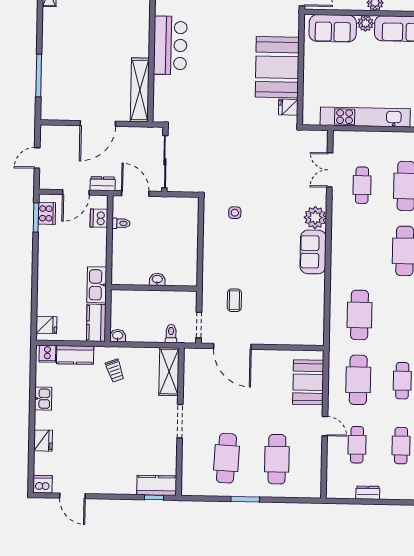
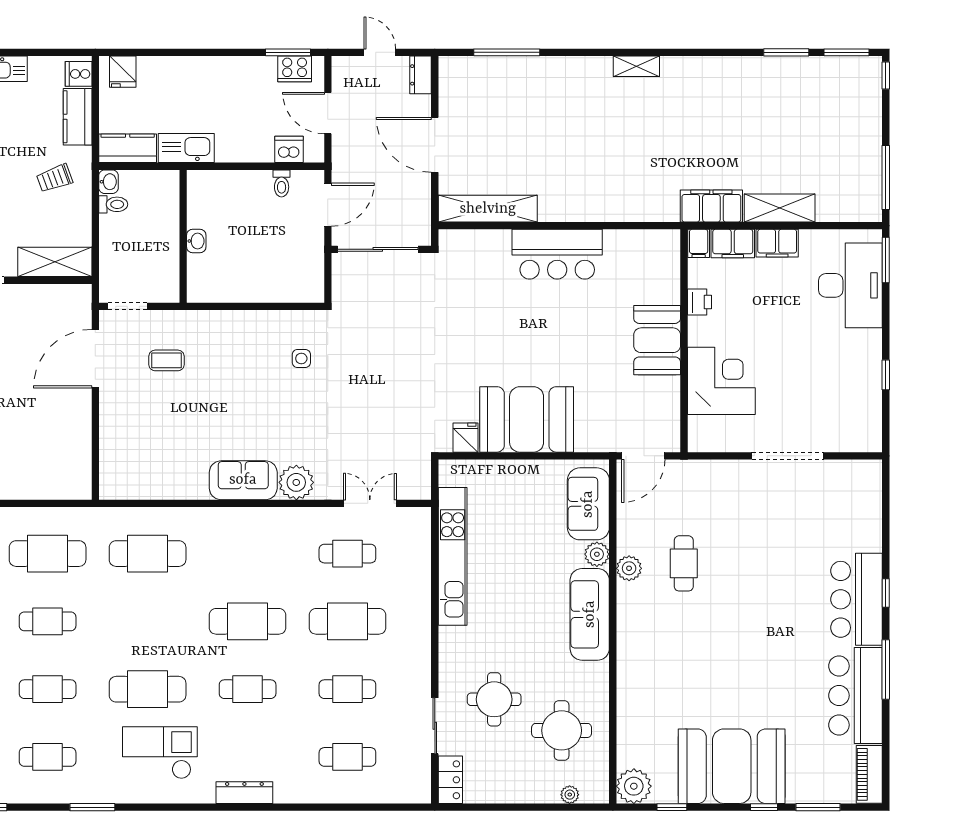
dresser: (103, 184) -> (421, 75), moved, turned 180
toilet: (171, 334) -> (113, 204), moved
booth: (308, 382) -> (42, 477), removed

